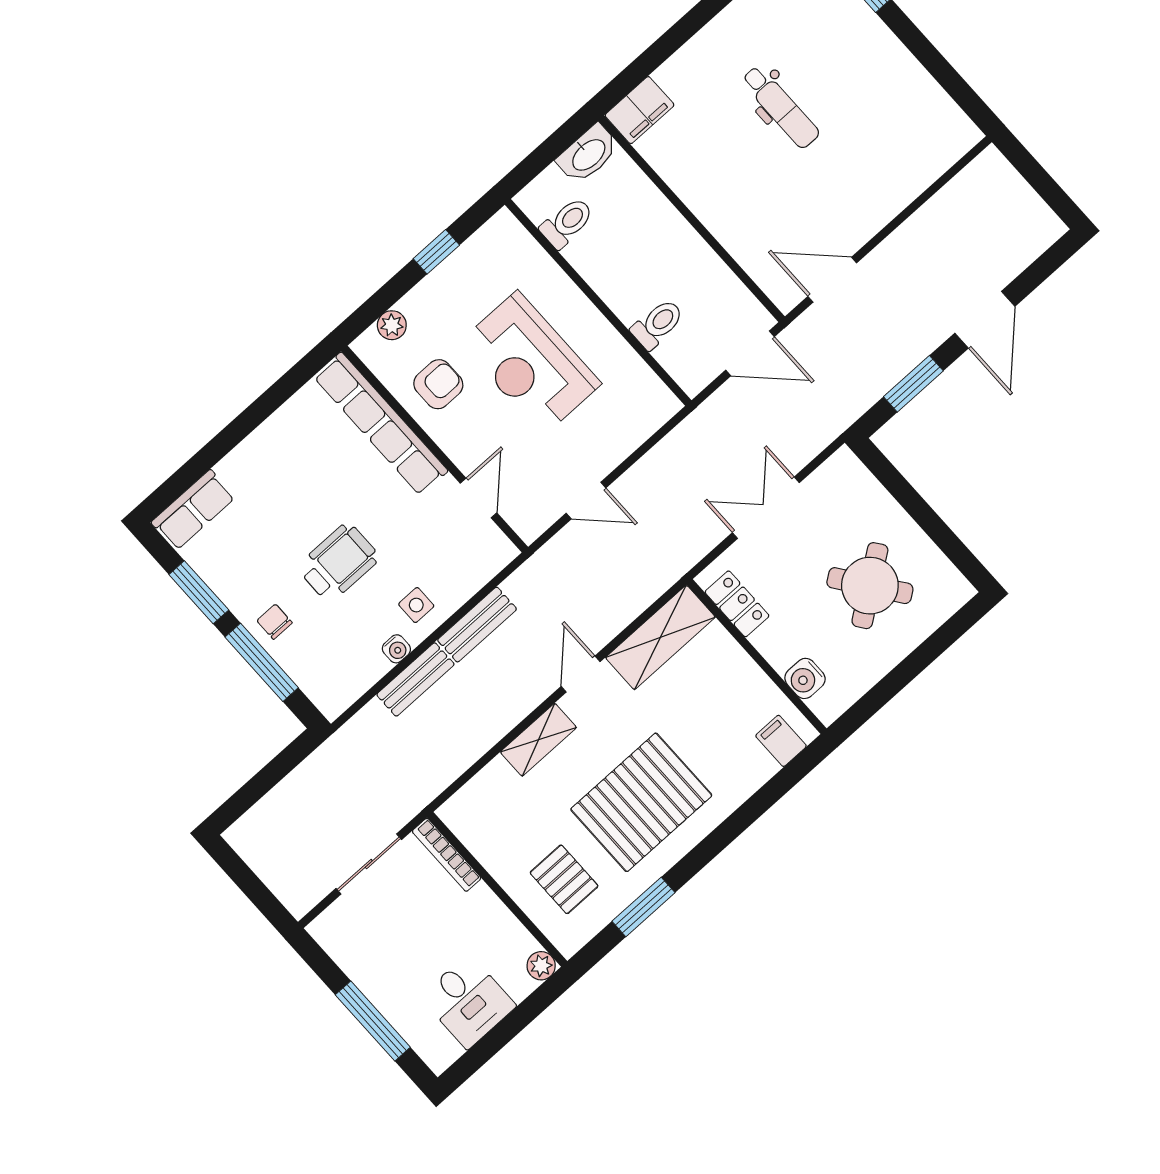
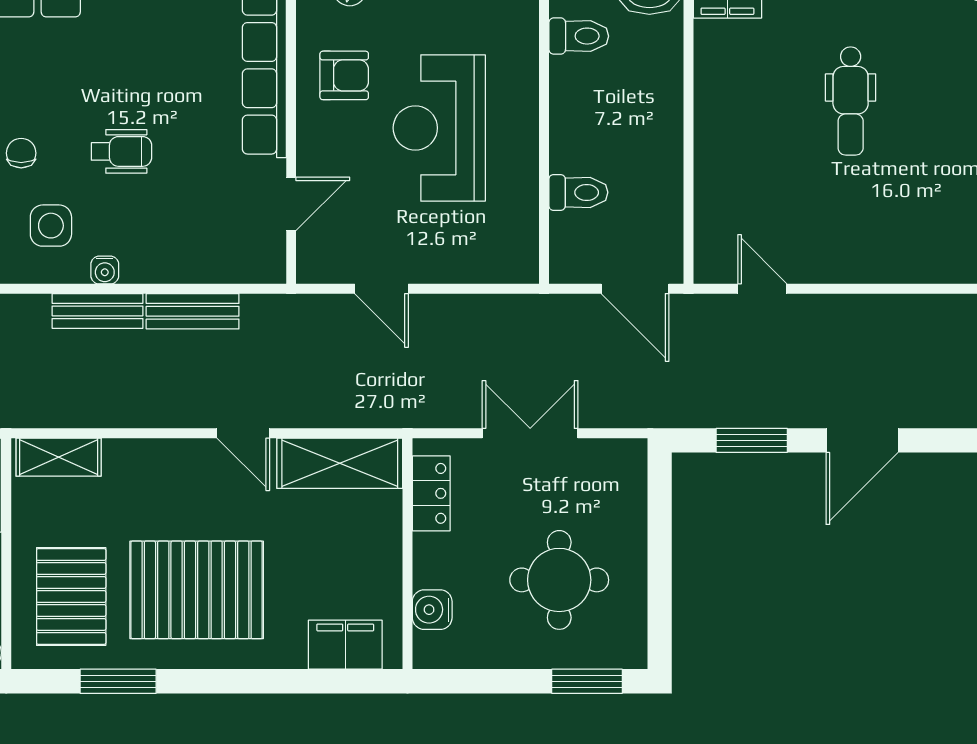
door: (832, 280) -> (762, 289), width x0.73
wheelchair: (338, 562) -> (121, 151), width x0.73, depth x0.73
round table: (870, 586) -> (559, 580), turned 36
side table: (416, 605) -> (51, 226), moved, width x1.37, depth x1.37
window: (947, 635) -> (587, 681), added
door: (581, 674) -> (243, 433), swing flipped
shelving: (538, 740) -> (59, 457), moved
filing cabinet: (781, 741) -> (345, 645), width x2.00
pallet: (564, 879) -> (71, 596), width x1.50, depth x1.42

